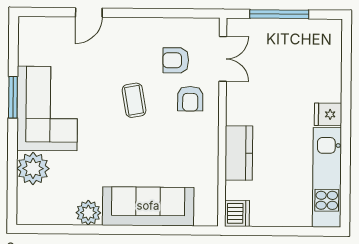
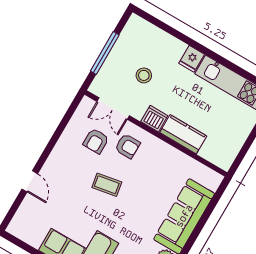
double door: (223, 59) -> (113, 109), swing flipped
stool: (279, 72) -> (144, 75), added
dishwasher: (237, 213) -> (154, 119), moved

